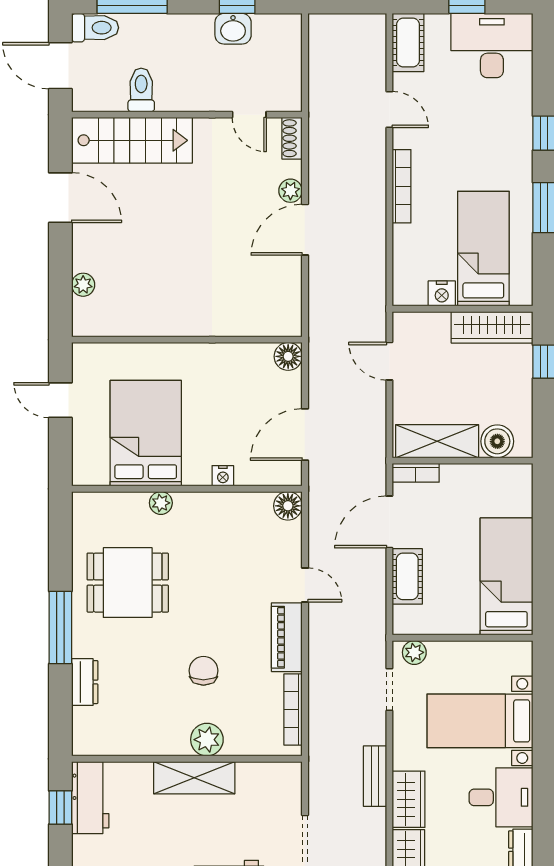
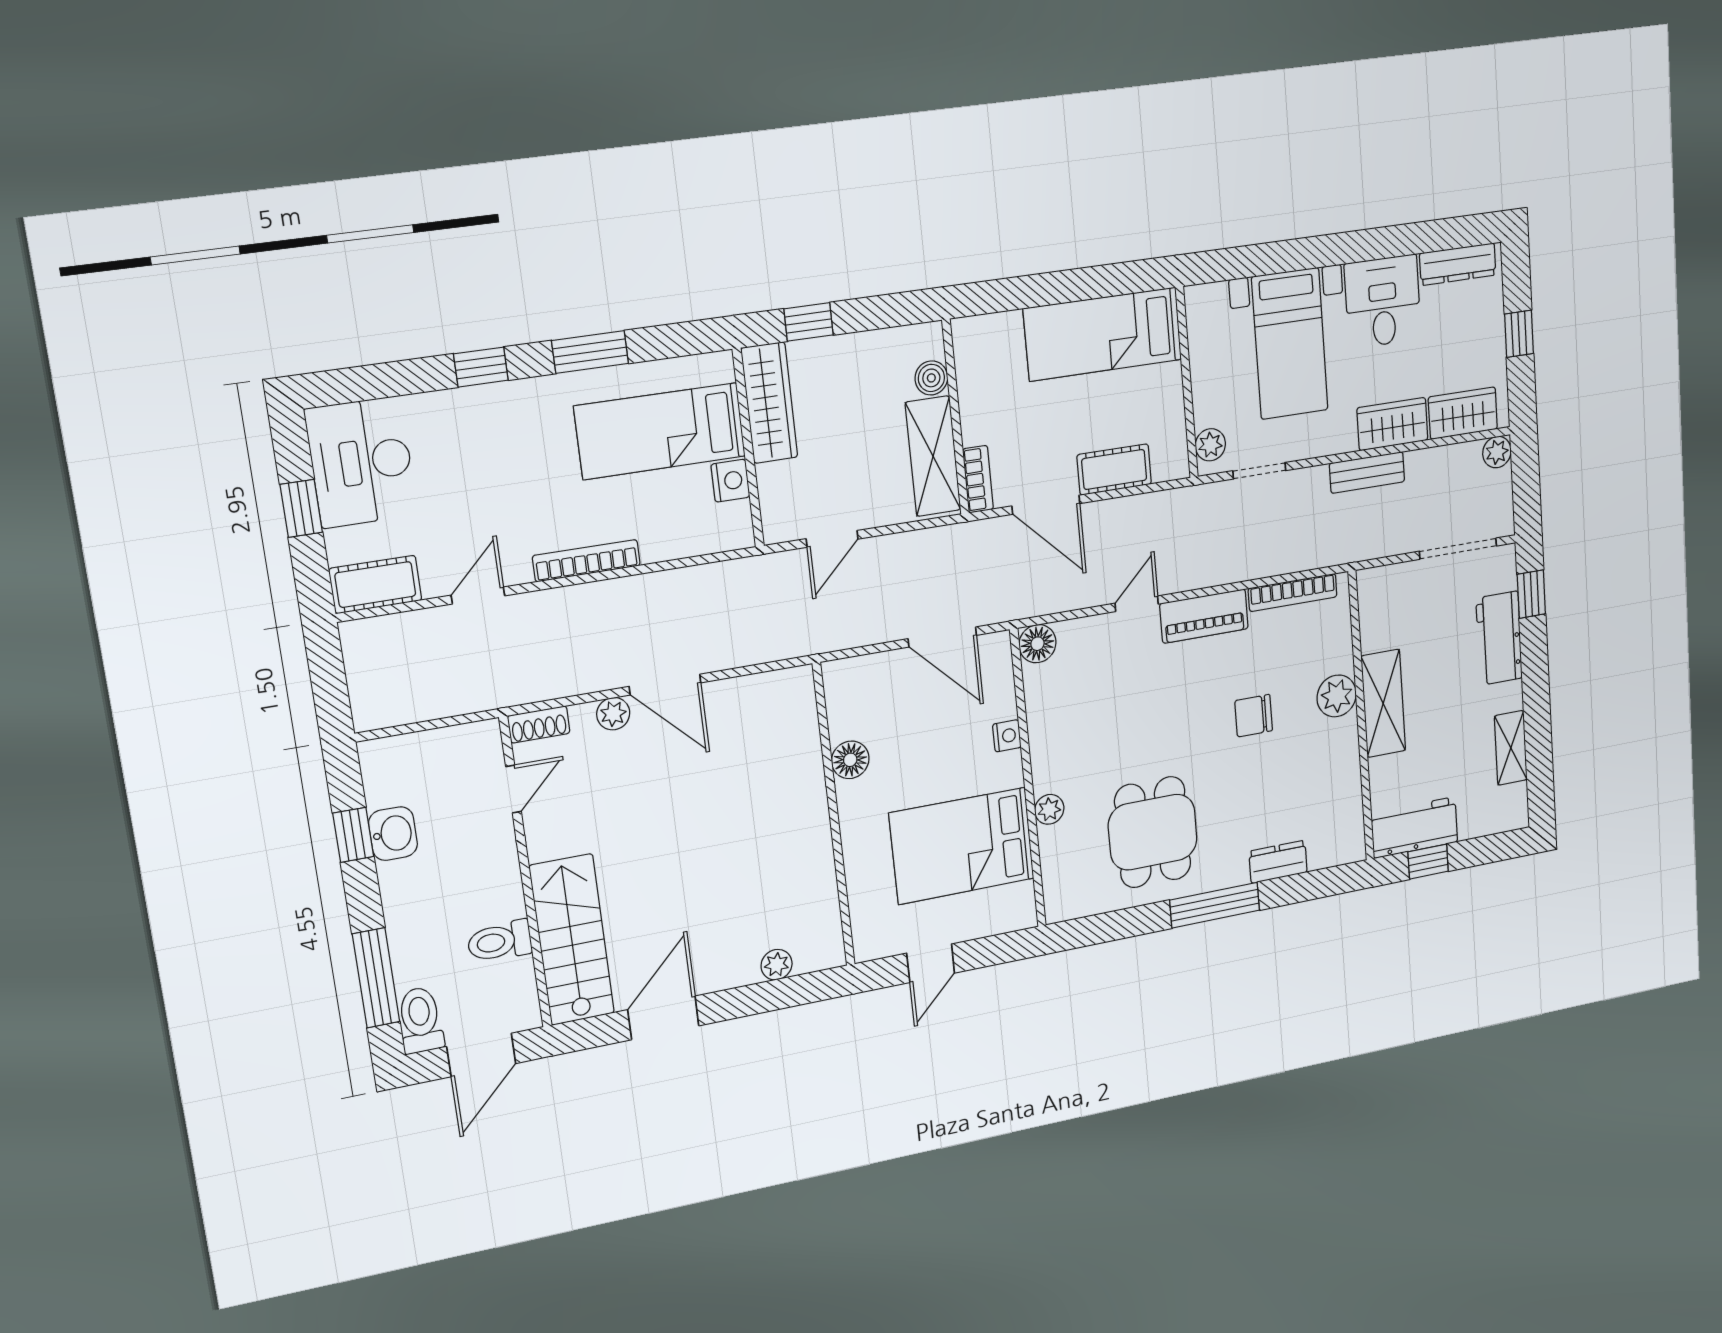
floor lamp: (288, 356) -> (850, 760), moved
boiler: (497, 441) -> (931, 378), width x0.73, depth x0.73

